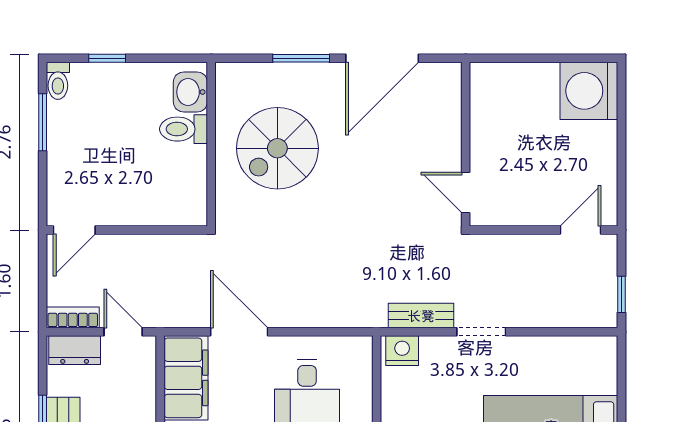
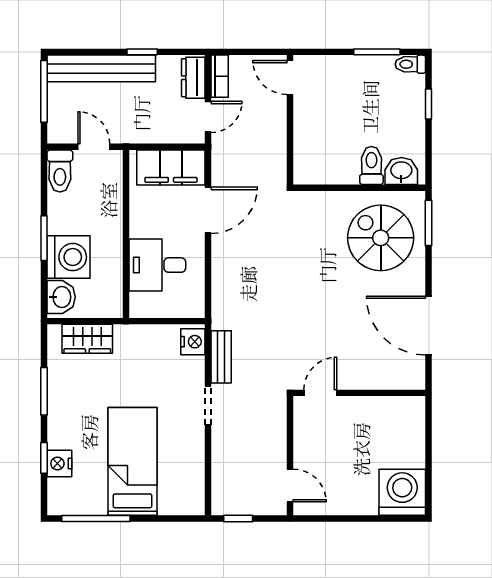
window: (301, 58) -> (429, 223), moved
spiral stairs: (277, 148) -> (381, 238), moved

